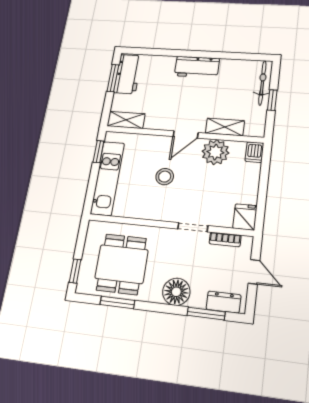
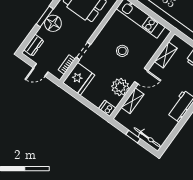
shelving: (126, 120) -> (166, 55), moved
door: (186, 134) -> (141, 76), swing flipped
window: (98, 152) -> (161, 21), removed
fridge: (245, 217) -> (79, 79), width x1.88, depth x1.34
window: (206, 314) -> (45, 17), moved

